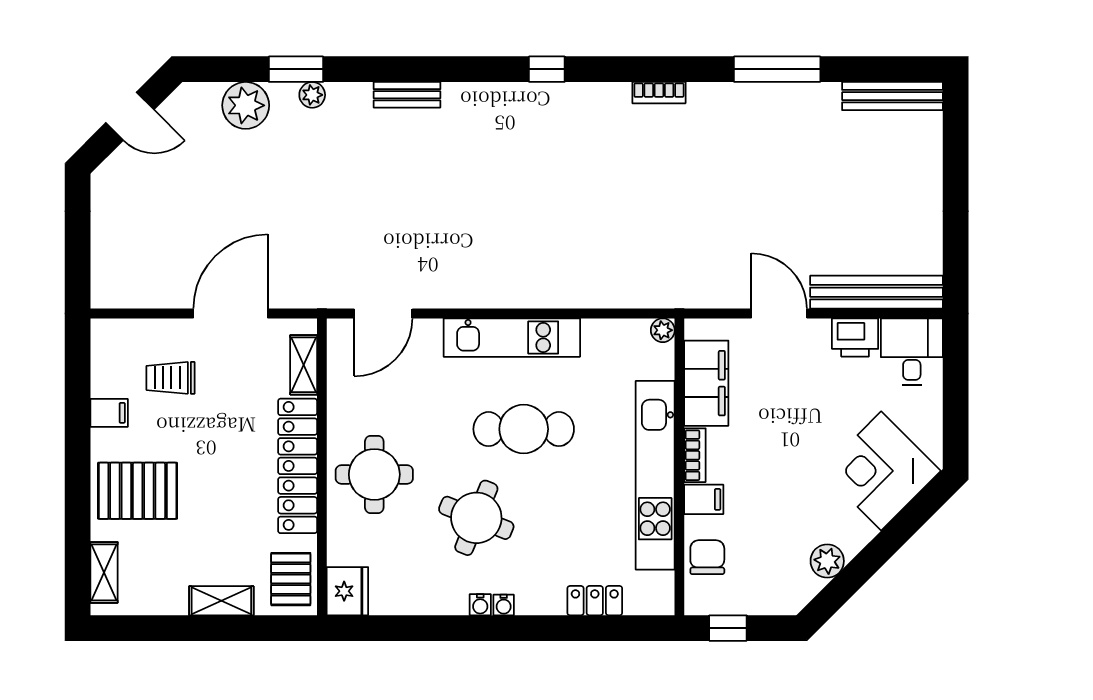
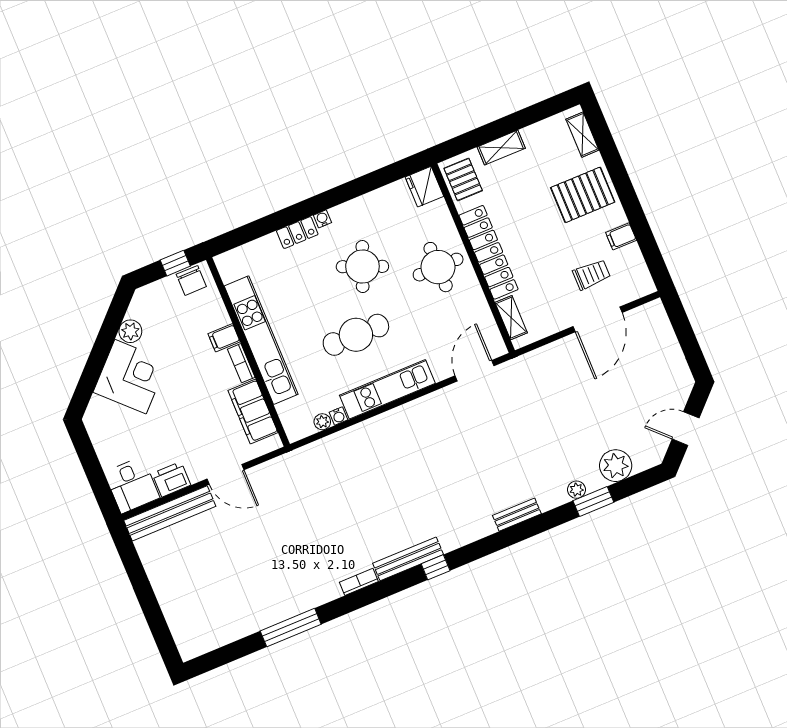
bench: (892, 96) -> (408, 559), moved
door: (231, 314) -> (598, 319), moved
plant: (663, 330) -> (322, 422), moved
corner desk: (881, 471) -> (131, 377), moved
chair: (707, 557) -> (191, 280), moved
locker: (595, 601) -> (297, 233), moved
water cooler: (480, 605) -> (338, 416), moved, turned 180

